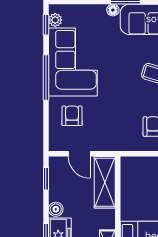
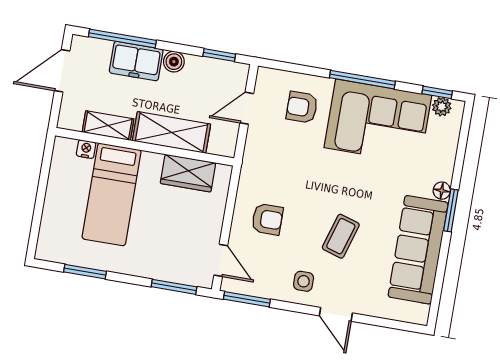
armchair: (72, 116) -> (302, 107), turned 180
shelving: (105, 182) -> (172, 132), moved
wardrobe: (131, 186) -> (188, 173), added

